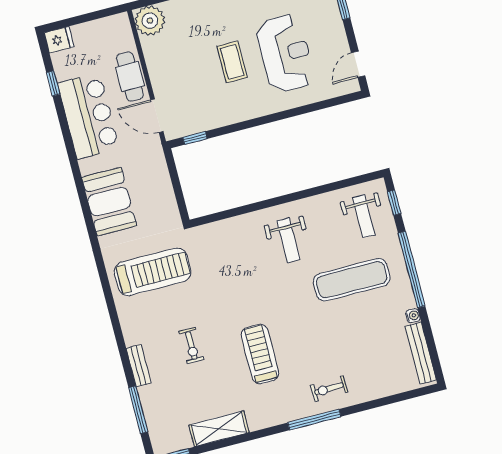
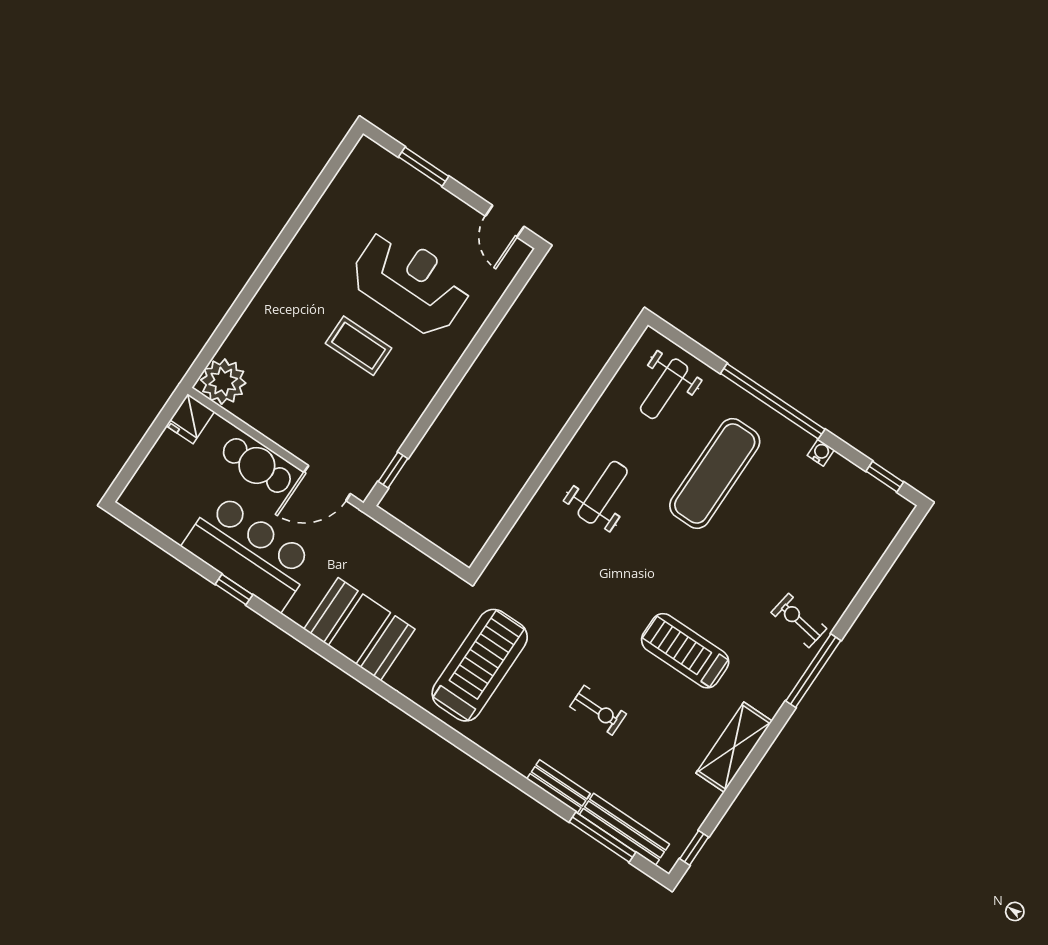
fridge: (59, 40) -> (190, 419), moved, turned 180
window: (53, 83) -> (234, 589), moved
window: (394, 203) -> (885, 477), moved
weight bench: (364, 216) -> (664, 389), turned 90
weight bench: (288, 240) -> (603, 492), turned -90
bench: (421, 353) -> (624, 829), moved
exercise bike: (329, 389) -> (799, 621), turned 101
shelving: (219, 429) -> (734, 747), moved

